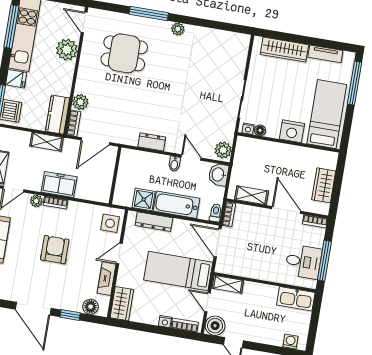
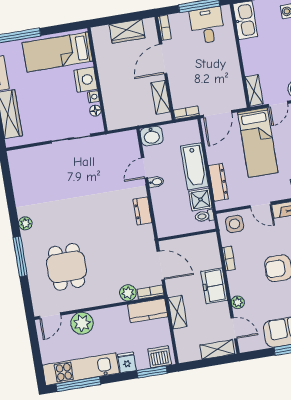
nightstand: (248, 129) -> (93, 97), moved
plant: (223, 150) -> (127, 140), removed
bookcase: (55, 203) -> (229, 258), moved
toilet: (216, 213) -> (204, 216), moved

